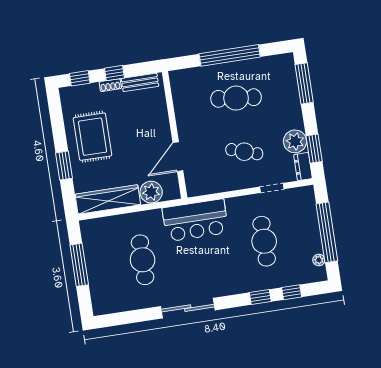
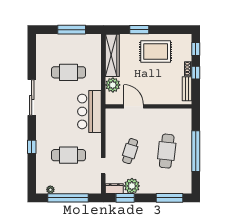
window: (292, 292) -> (32, 168), removed

